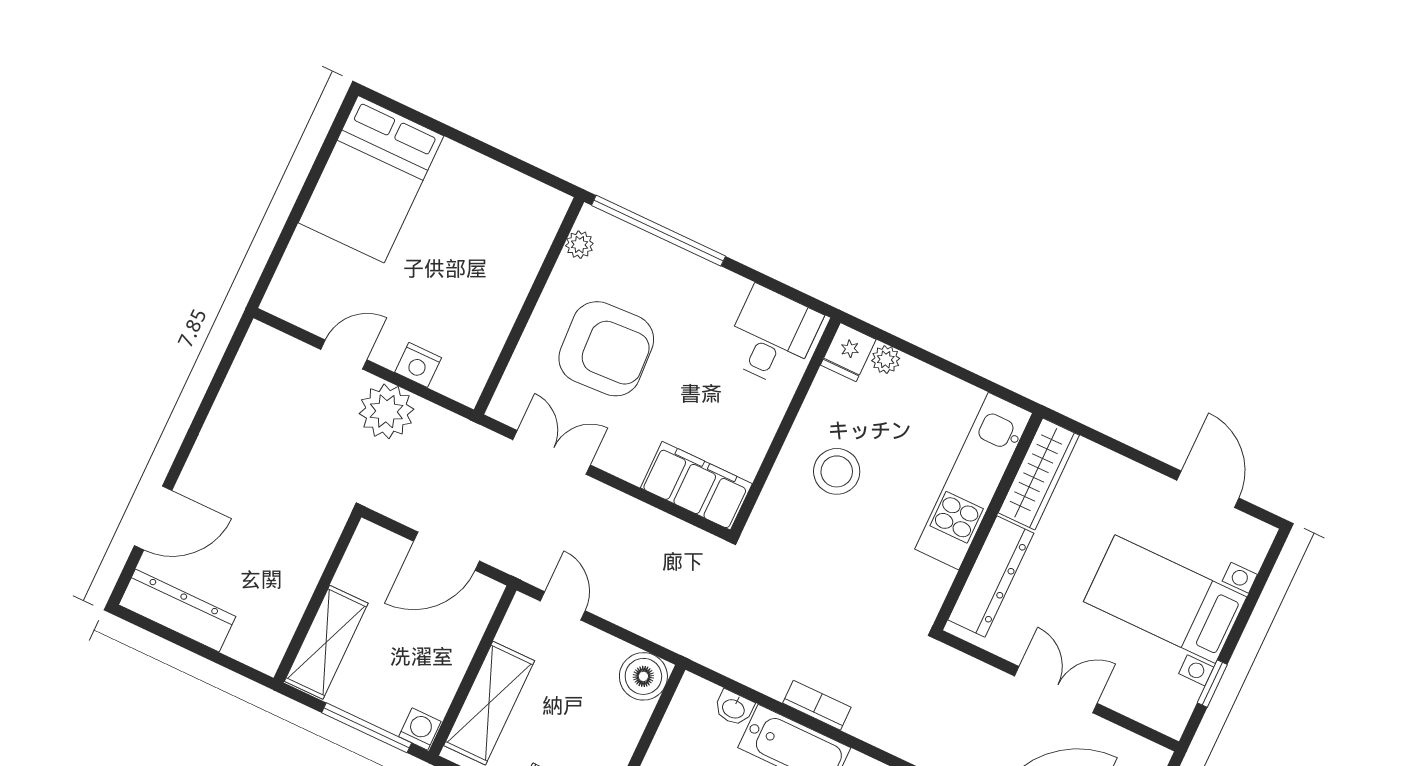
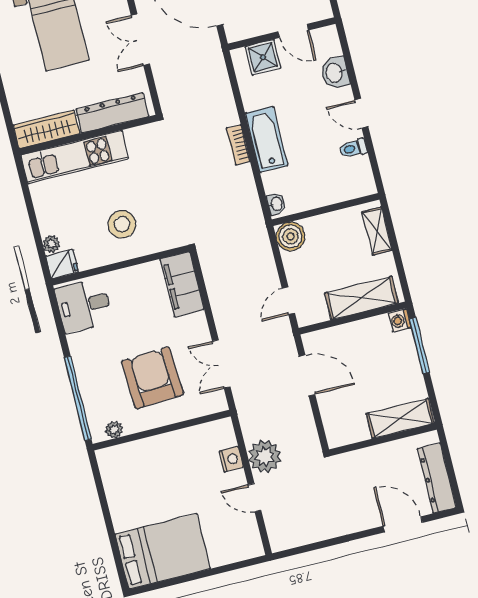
wall: (317, 598) -> (383, 439), moved
shelving: (326, 642) -> (400, 418), moved
washbasin: (734, 708) -> (276, 204), moved

